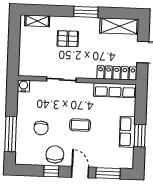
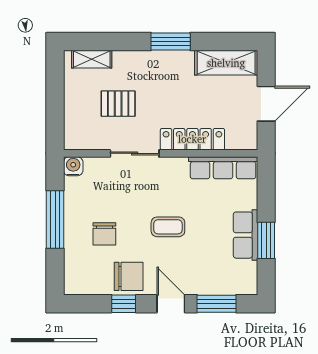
pallet: (68, 39) -> (118, 104), moved
locker: (117, 73) -> (192, 139), moved
window: (11, 134) -> (55, 220), moved
chair: (55, 154) -> (129, 276), turned 90

